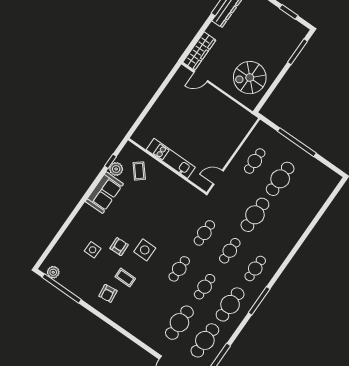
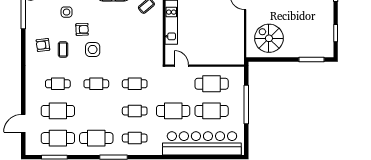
cafe table: (255, 161) -> (212, 84), width x1.37, depth x1.35
bar counter: (304, 209) -> (202, 143), added
cafe table: (205, 287) -> (58, 84), moved

